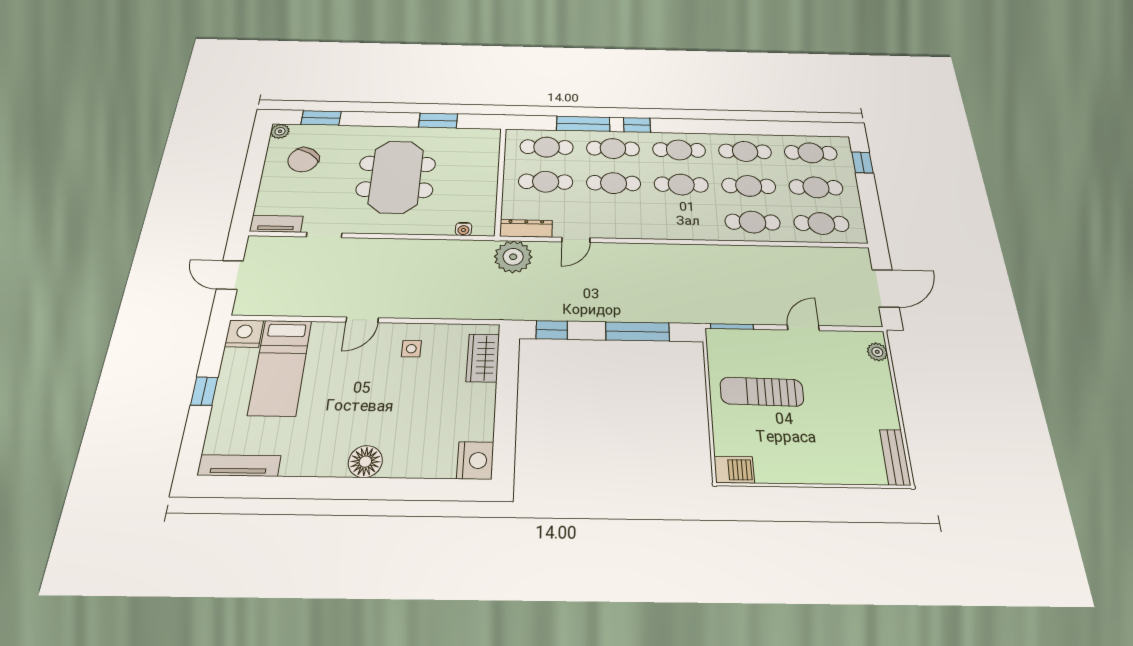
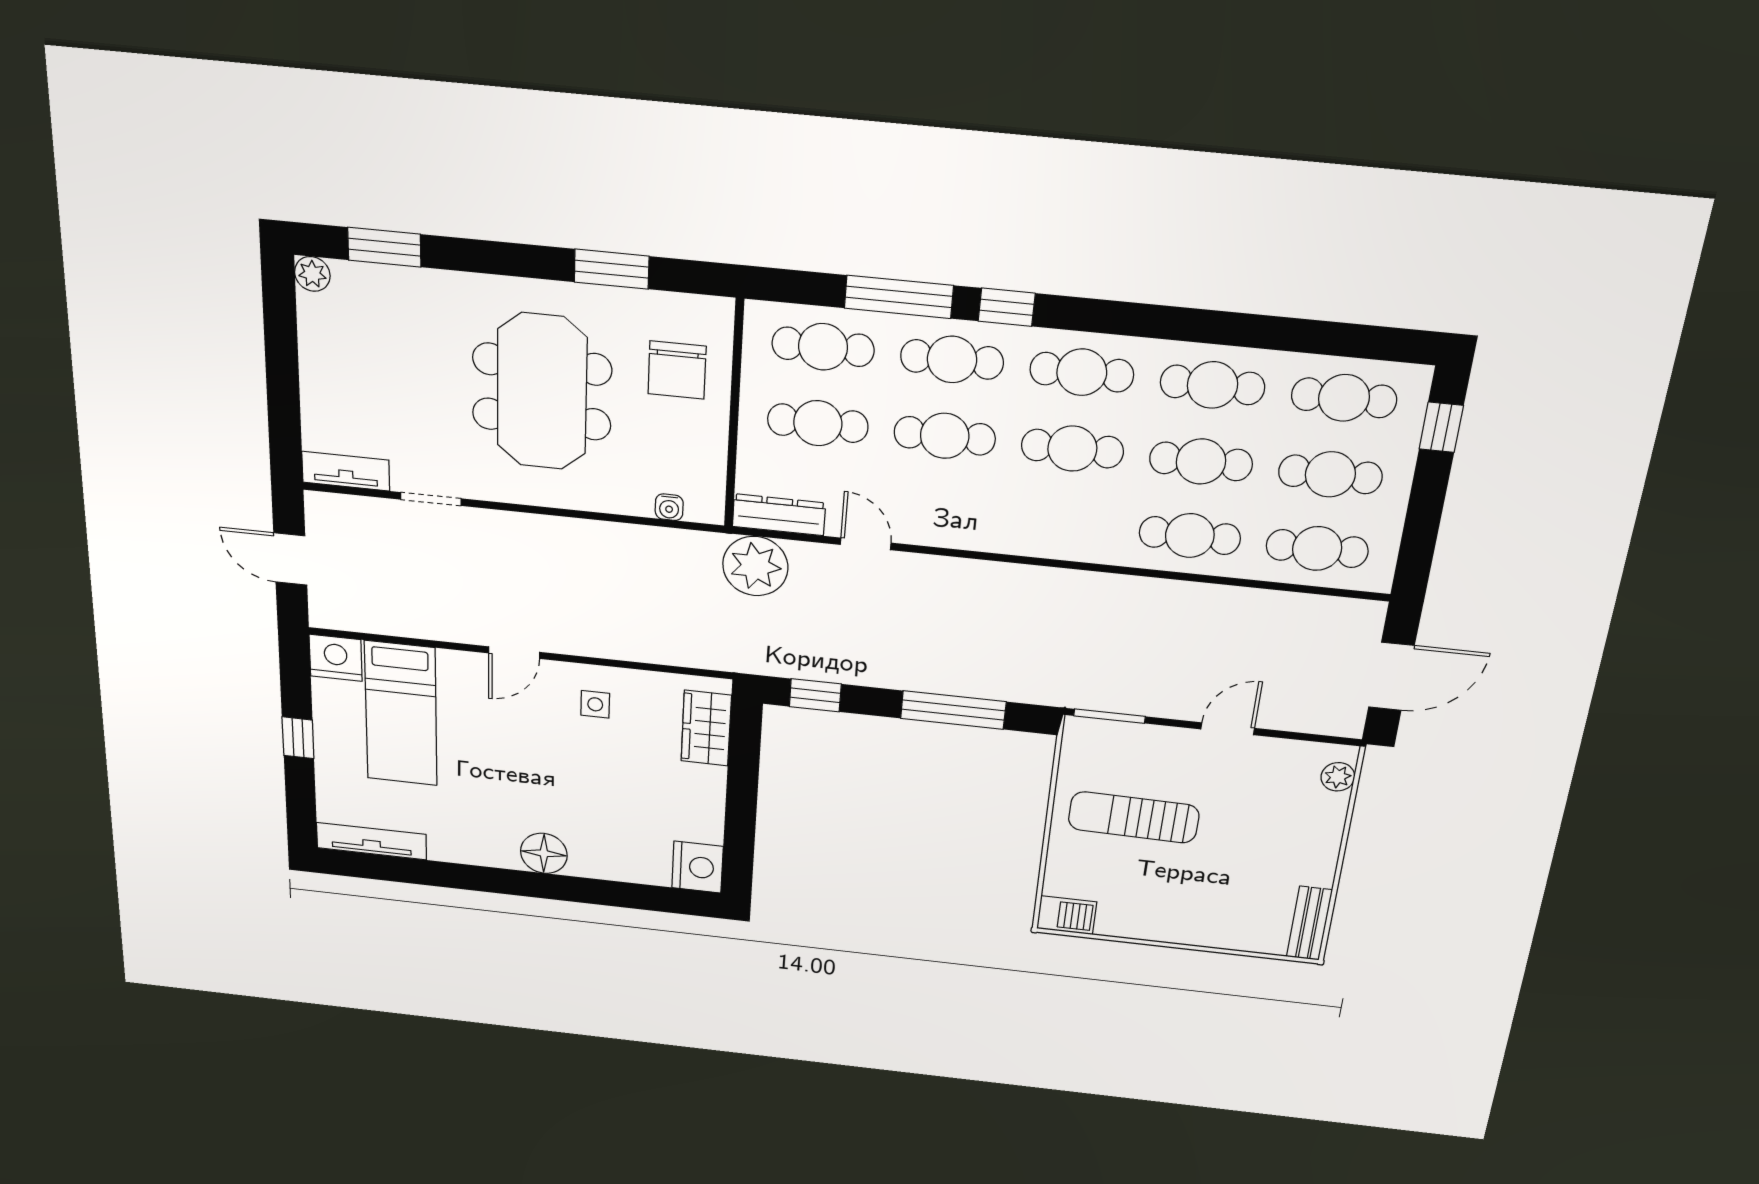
chair: (303, 160) -> (677, 370), moved, turned -32
door: (576, 240) -> (866, 544), swing flipped

